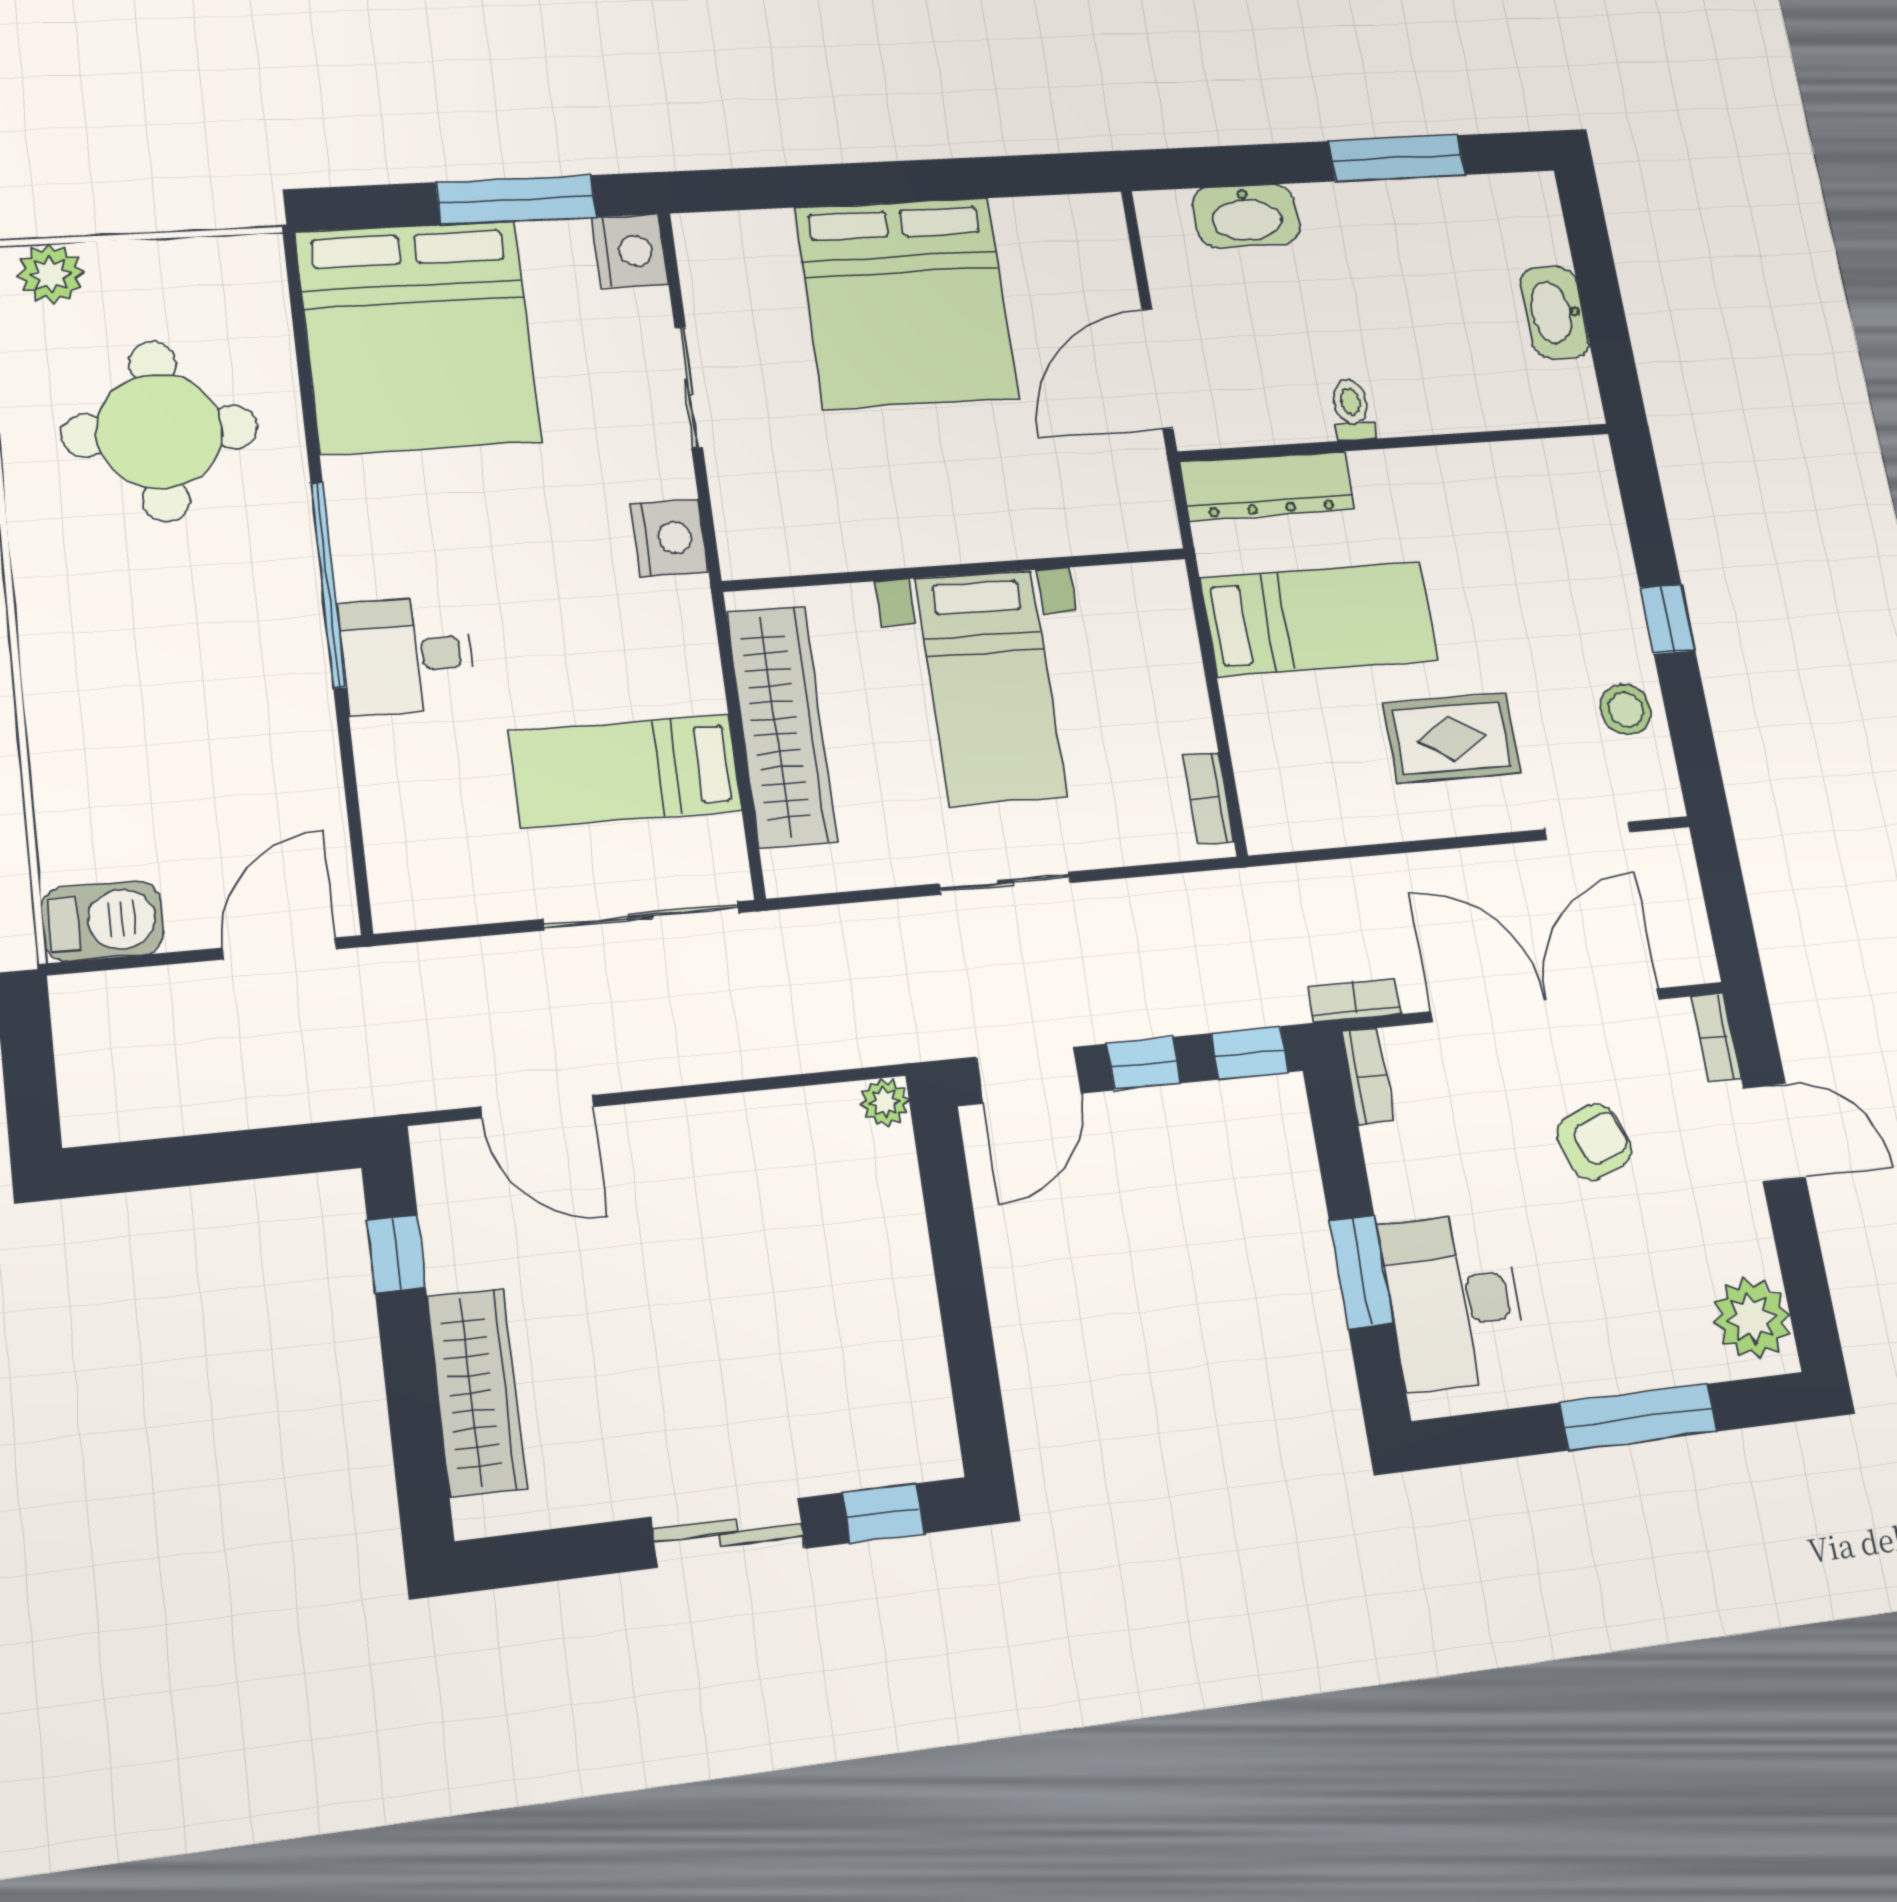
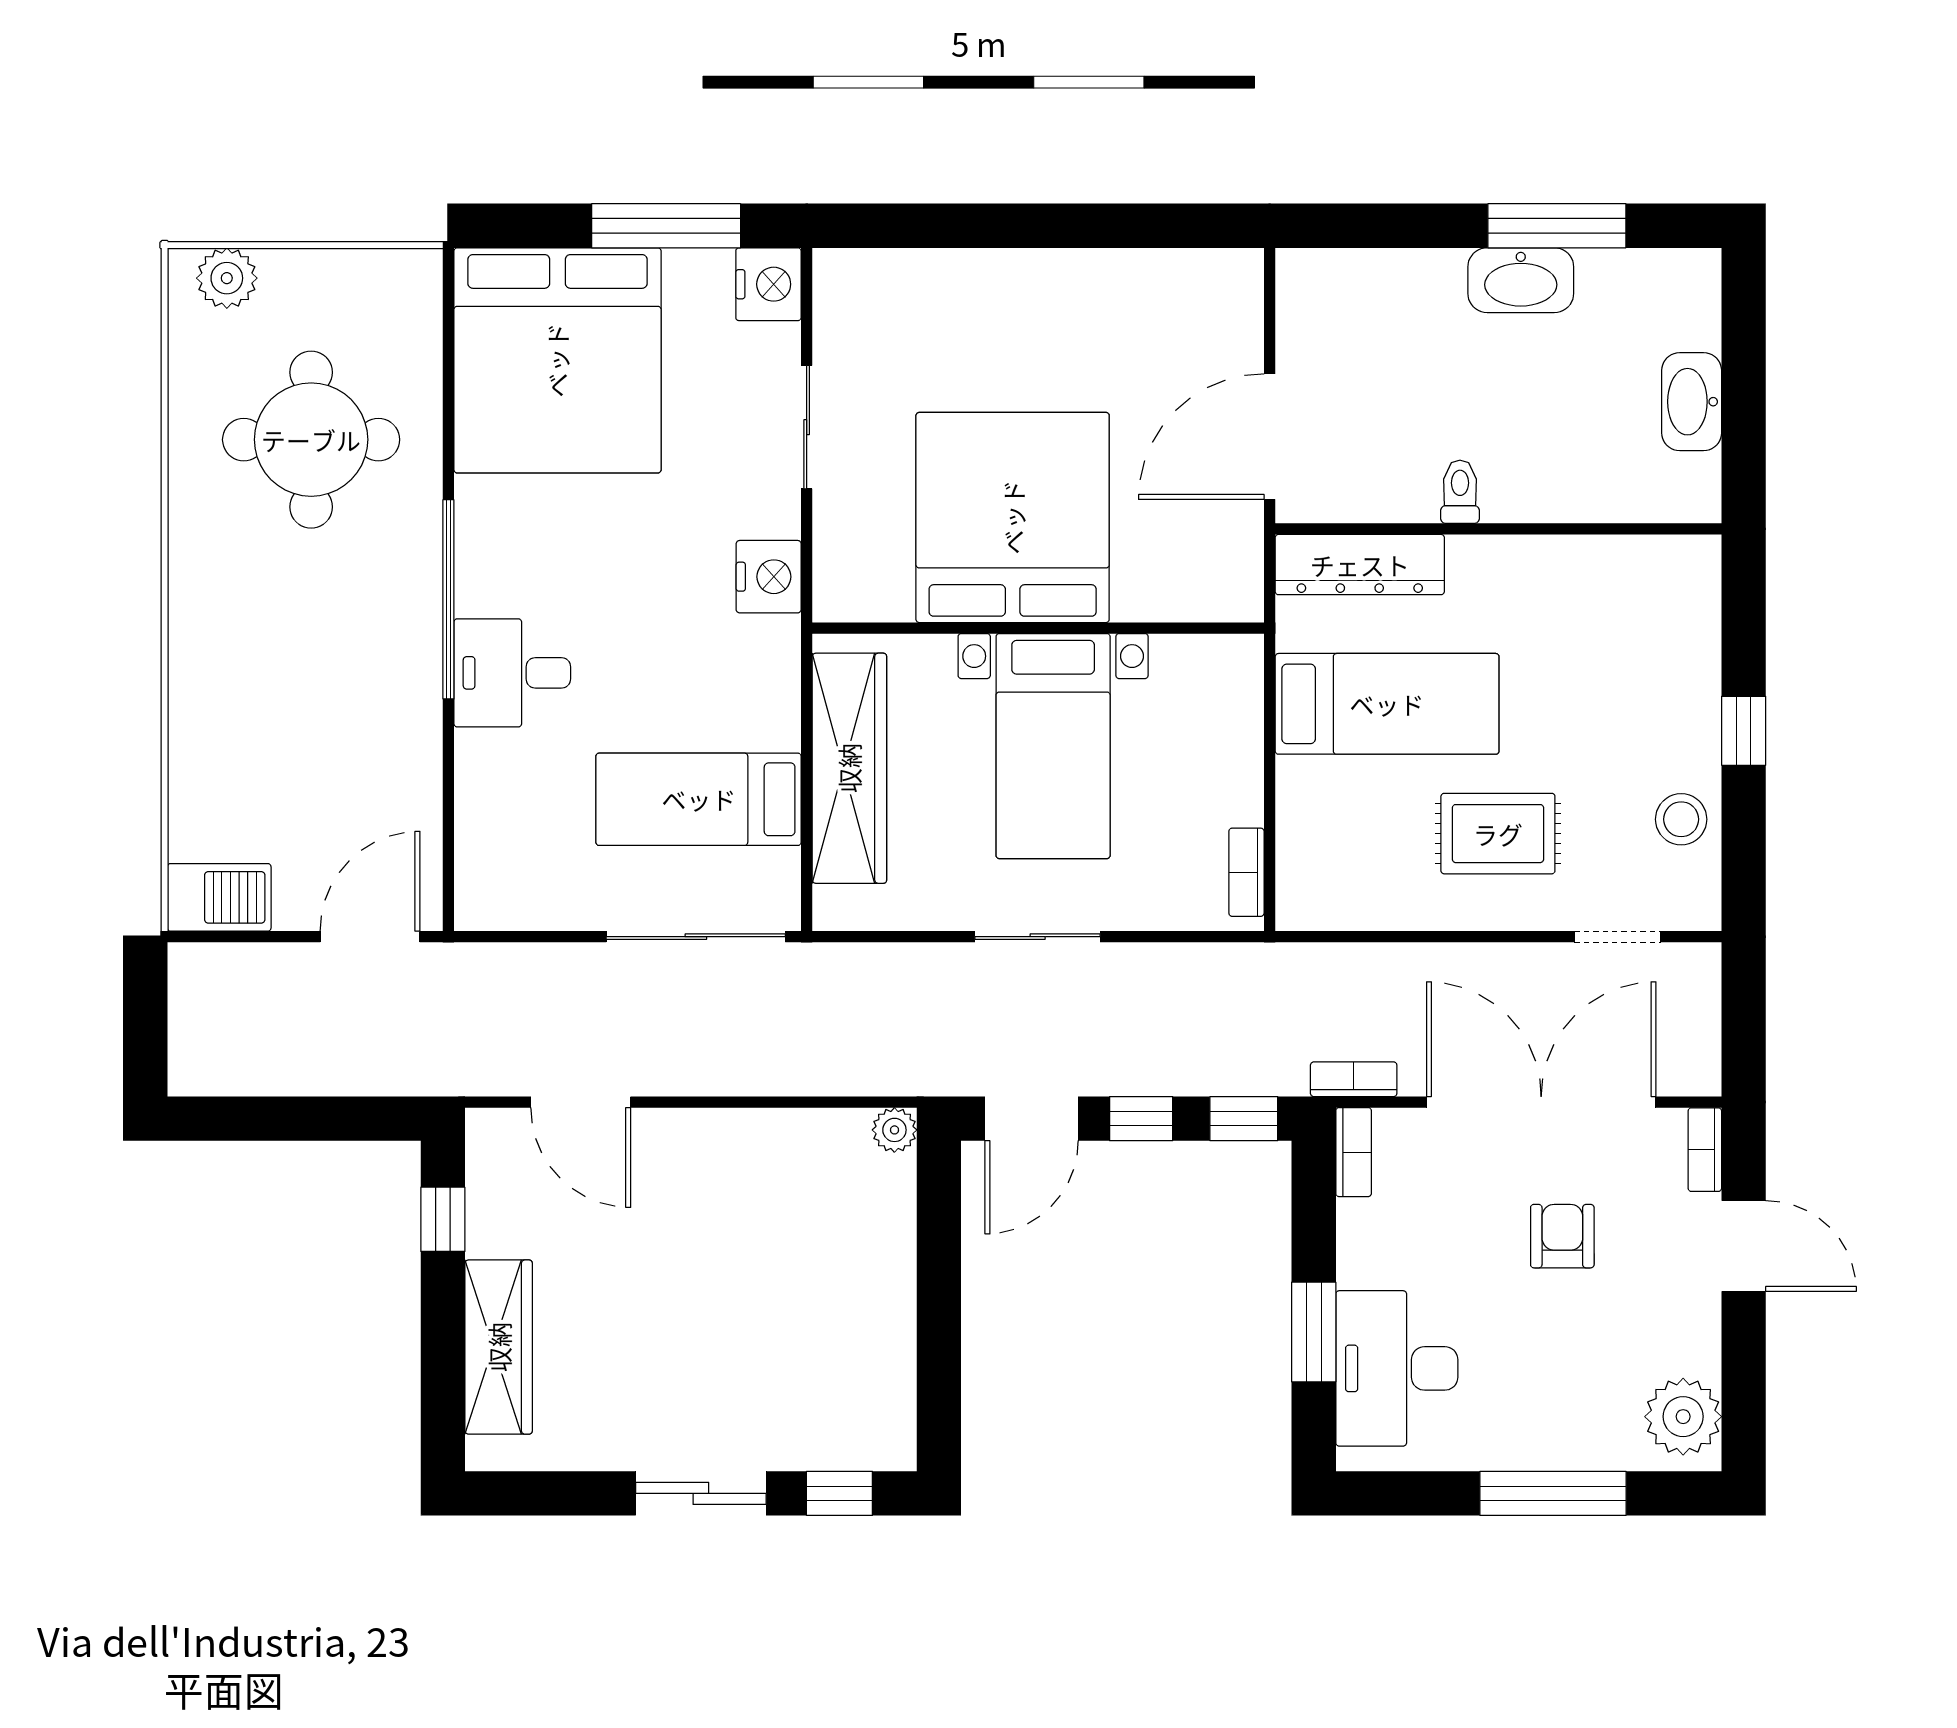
washbasin: (1246, 216) -> (1521, 280), moved
bed: (906, 302) -> (1013, 517), moved, turned 180
armchair: (1594, 1142) -> (1562, 1236), turned -70

